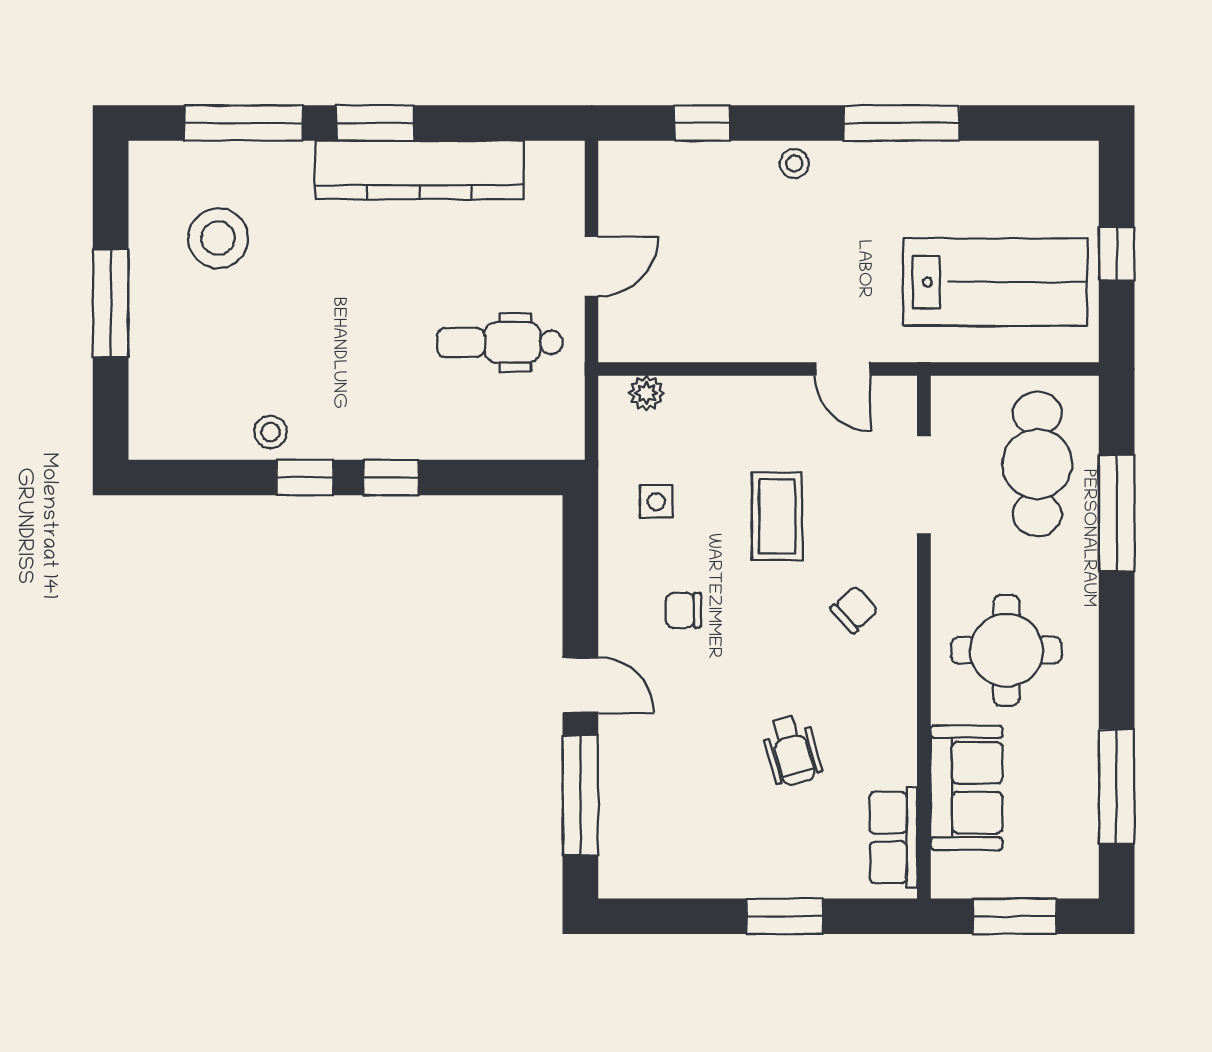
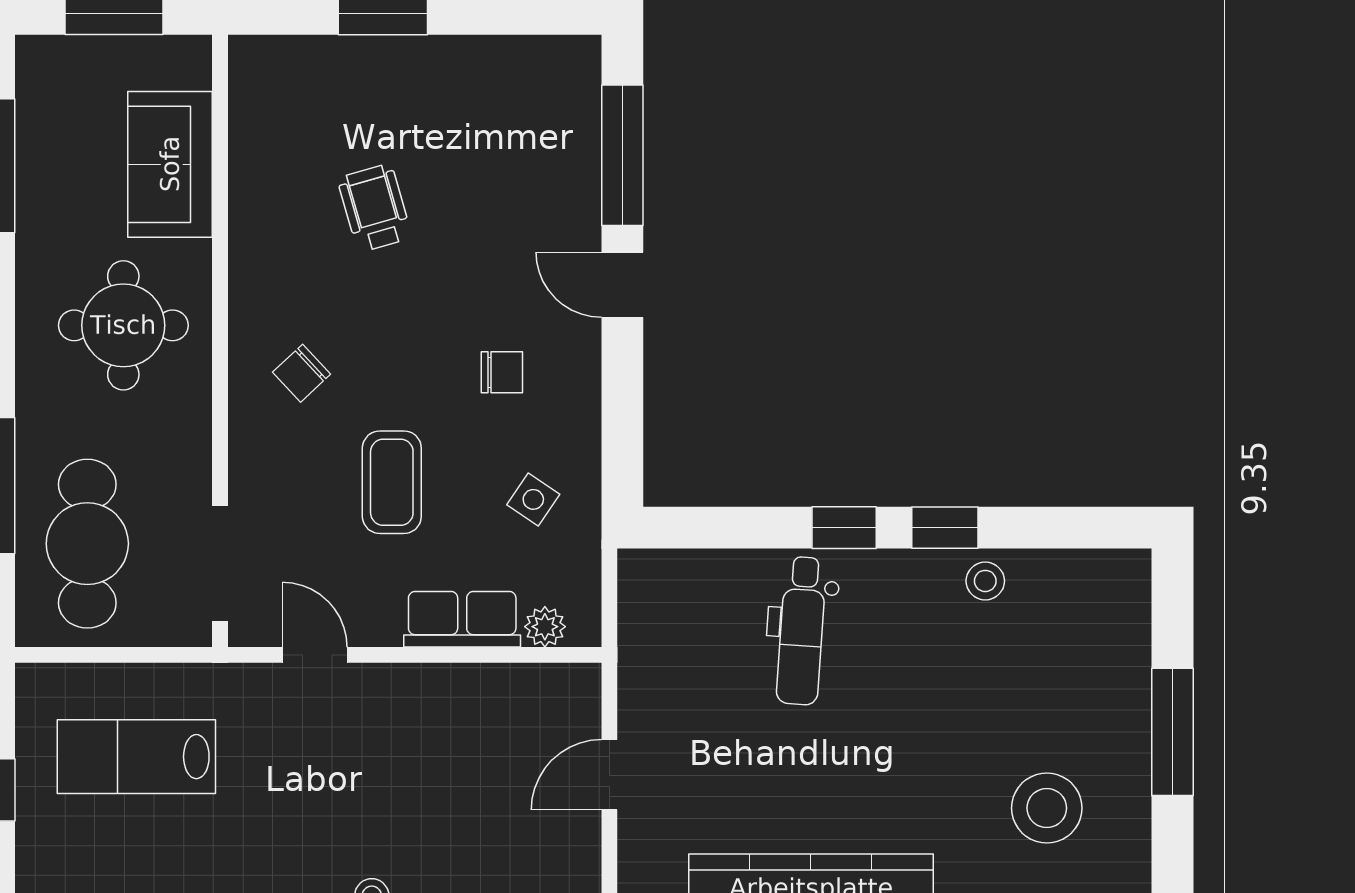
lab bench: (995, 282) -> (136, 757), width x0.73, depth x0.72
dental chair: (500, 342) -> (801, 631), moved, turned 94
doorway: (924, 485) -> (220, 563), moved
side table: (656, 502) -> (533, 499), turned 34
row of seats: (893, 837) -> (462, 619), moved, turned -90

